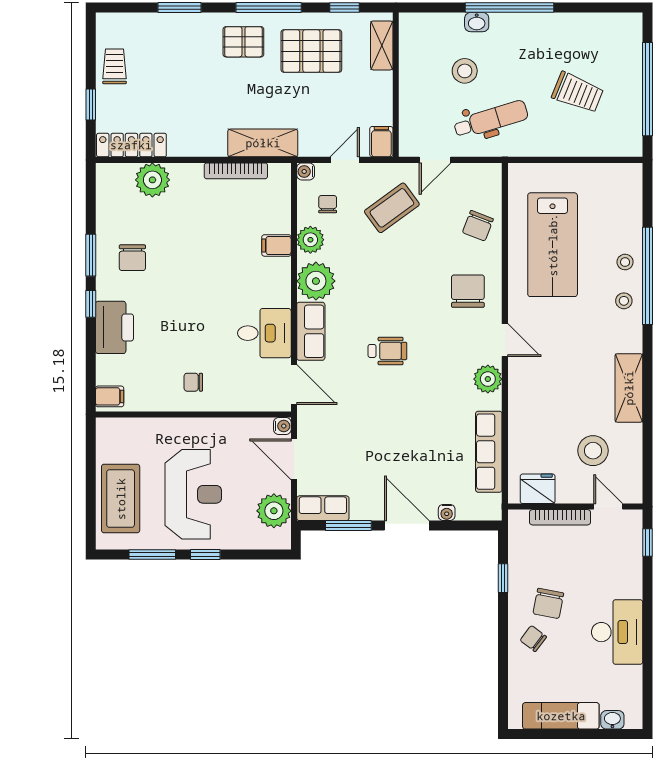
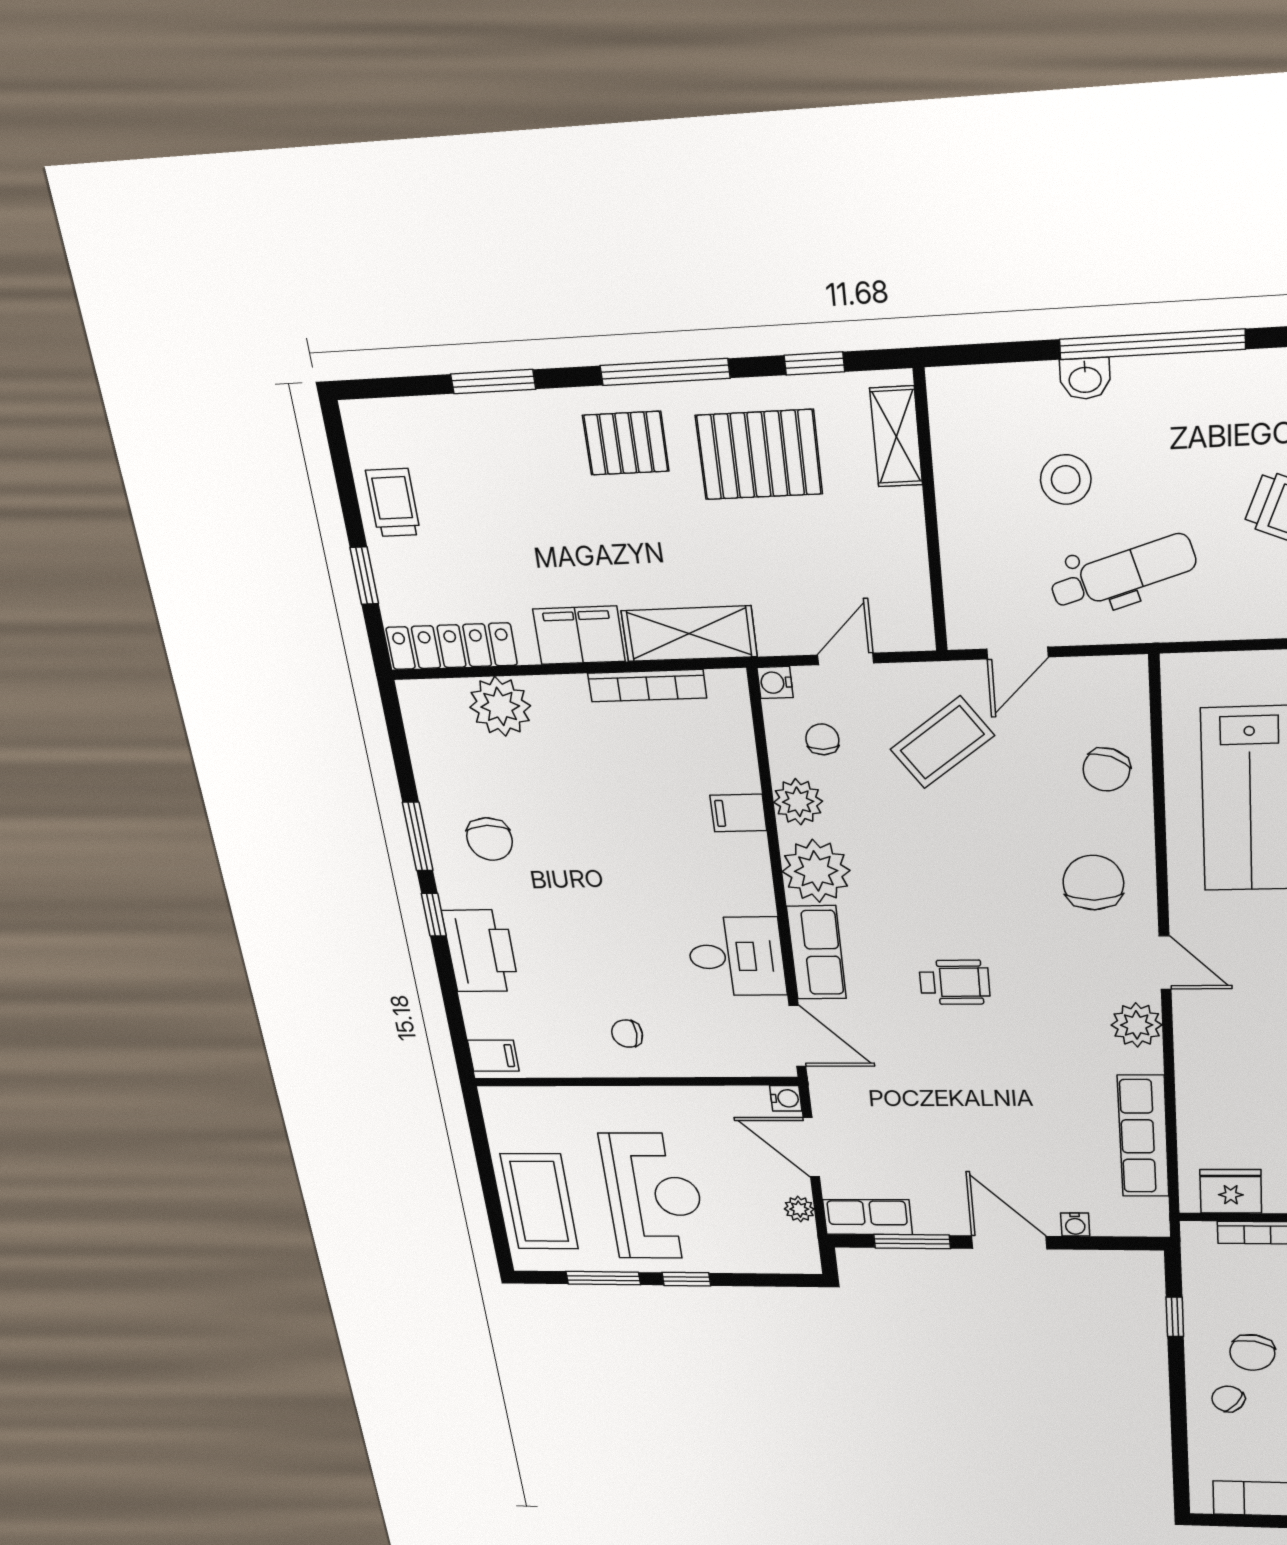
filing cabinet: (381, 142) -> (579, 635), moved, width x2.00
plant: (274, 511) -> (799, 1209), width x0.53, depth x0.53

